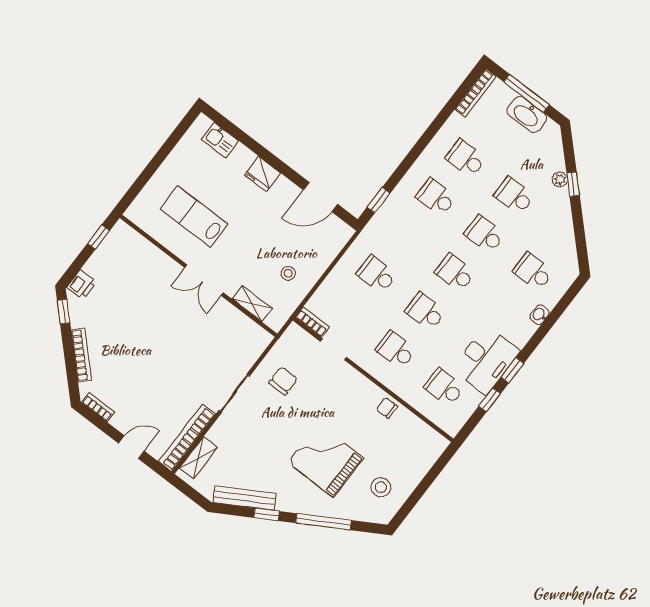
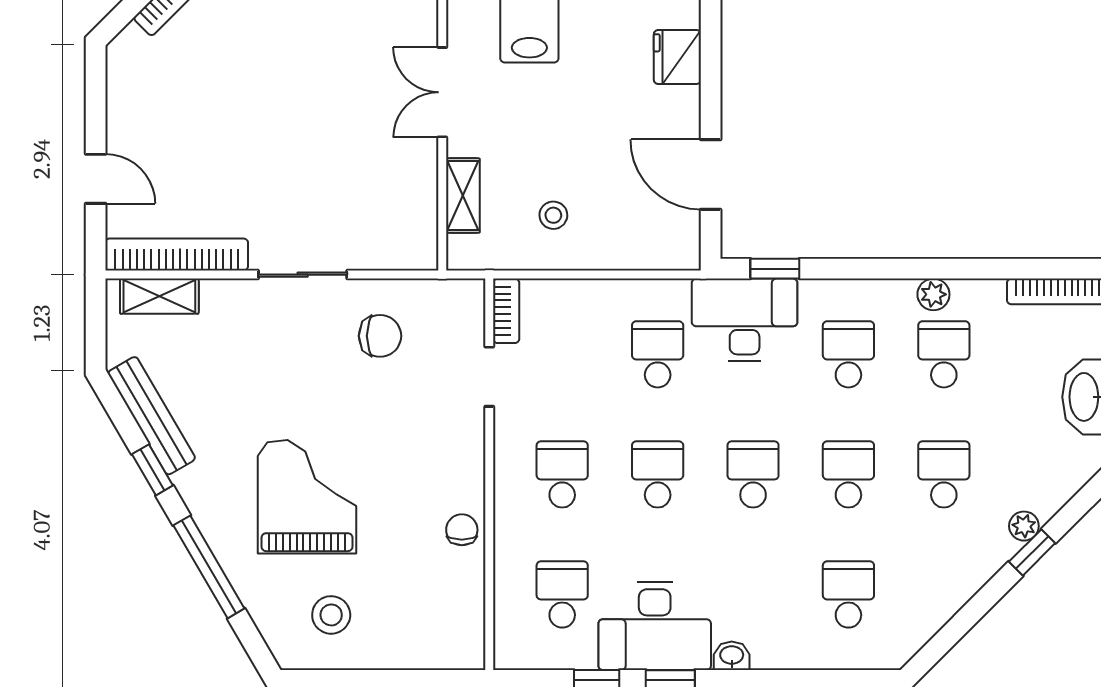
plant: (438, 144) -> (933, 294), added
desk: (390, 228) -> (745, 320), added
washbasin: (539, 315) -> (732, 656), moved
bookcase: (98, 407) -> (118, 79), removed

